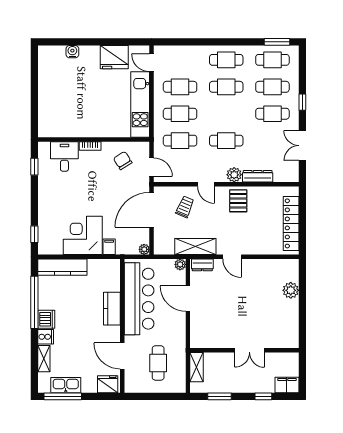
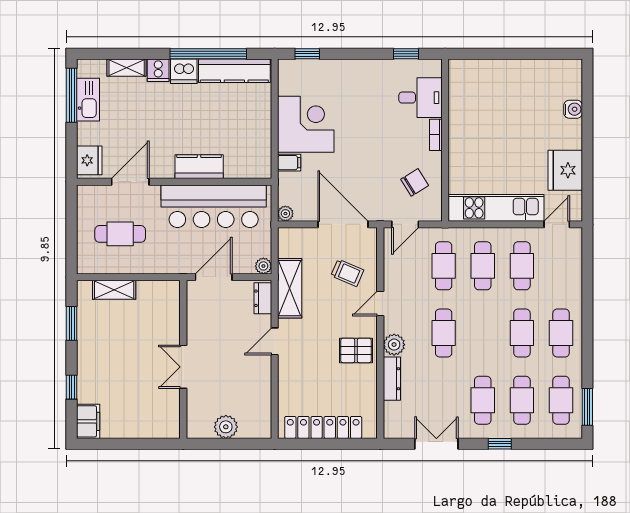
kitchen counter: (62, 267) -> (234, 71), moved, turned -90
wall: (244, 350) -> (183, 359), moved
double door: (249, 350) -> (183, 367), moved

